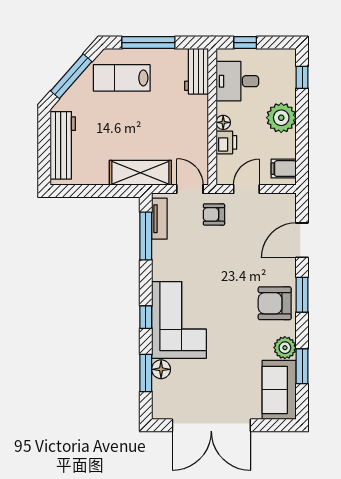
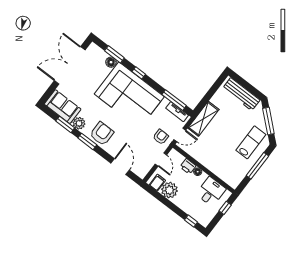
workbench: (196, 71) -> (229, 177), removed
plant: (281, 118) -> (169, 190), moved
window: (302, 295) -> (87, 141), moved
corner sofa: (179, 320) -> (129, 95), width x1.36, depth x1.36

